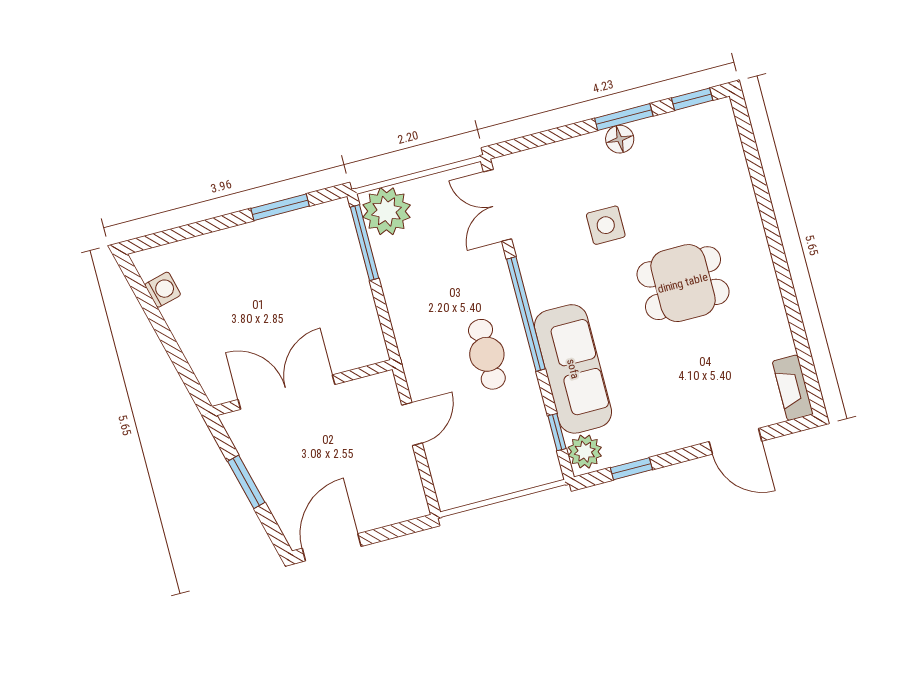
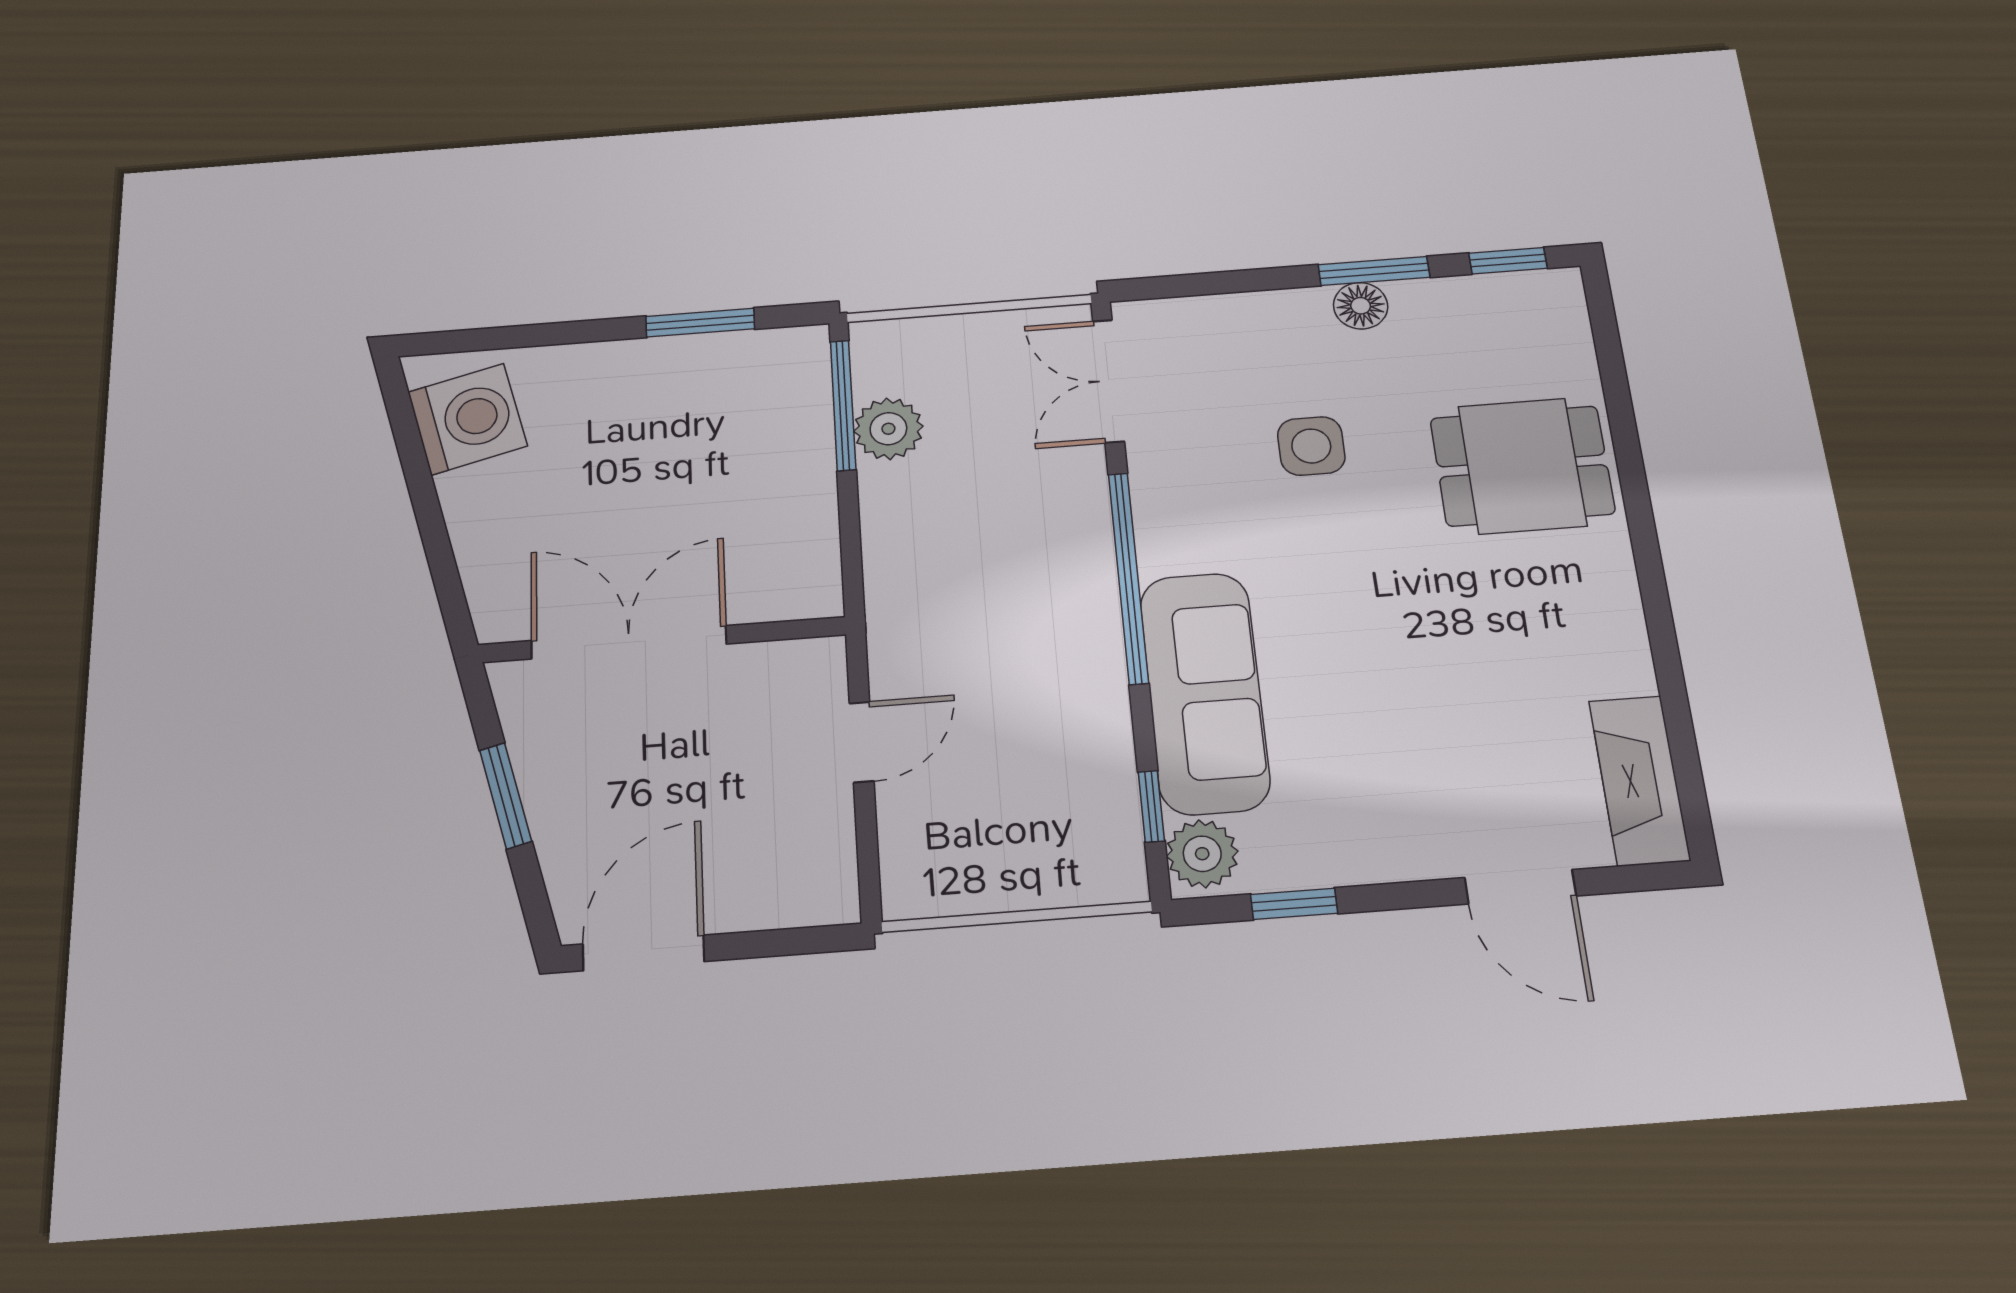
plant: (387, 211) -> (888, 429), moved, width x0.73, depth x0.73
dining table: (683, 283) -> (1522, 466), moved
washing machine: (163, 290) -> (467, 419), width x1.89, depth x1.89
cafe table: (487, 354) -> (1037, 638), removed
fireplace: (793, 388) -> (1639, 780), width x1.37, depth x1.32

